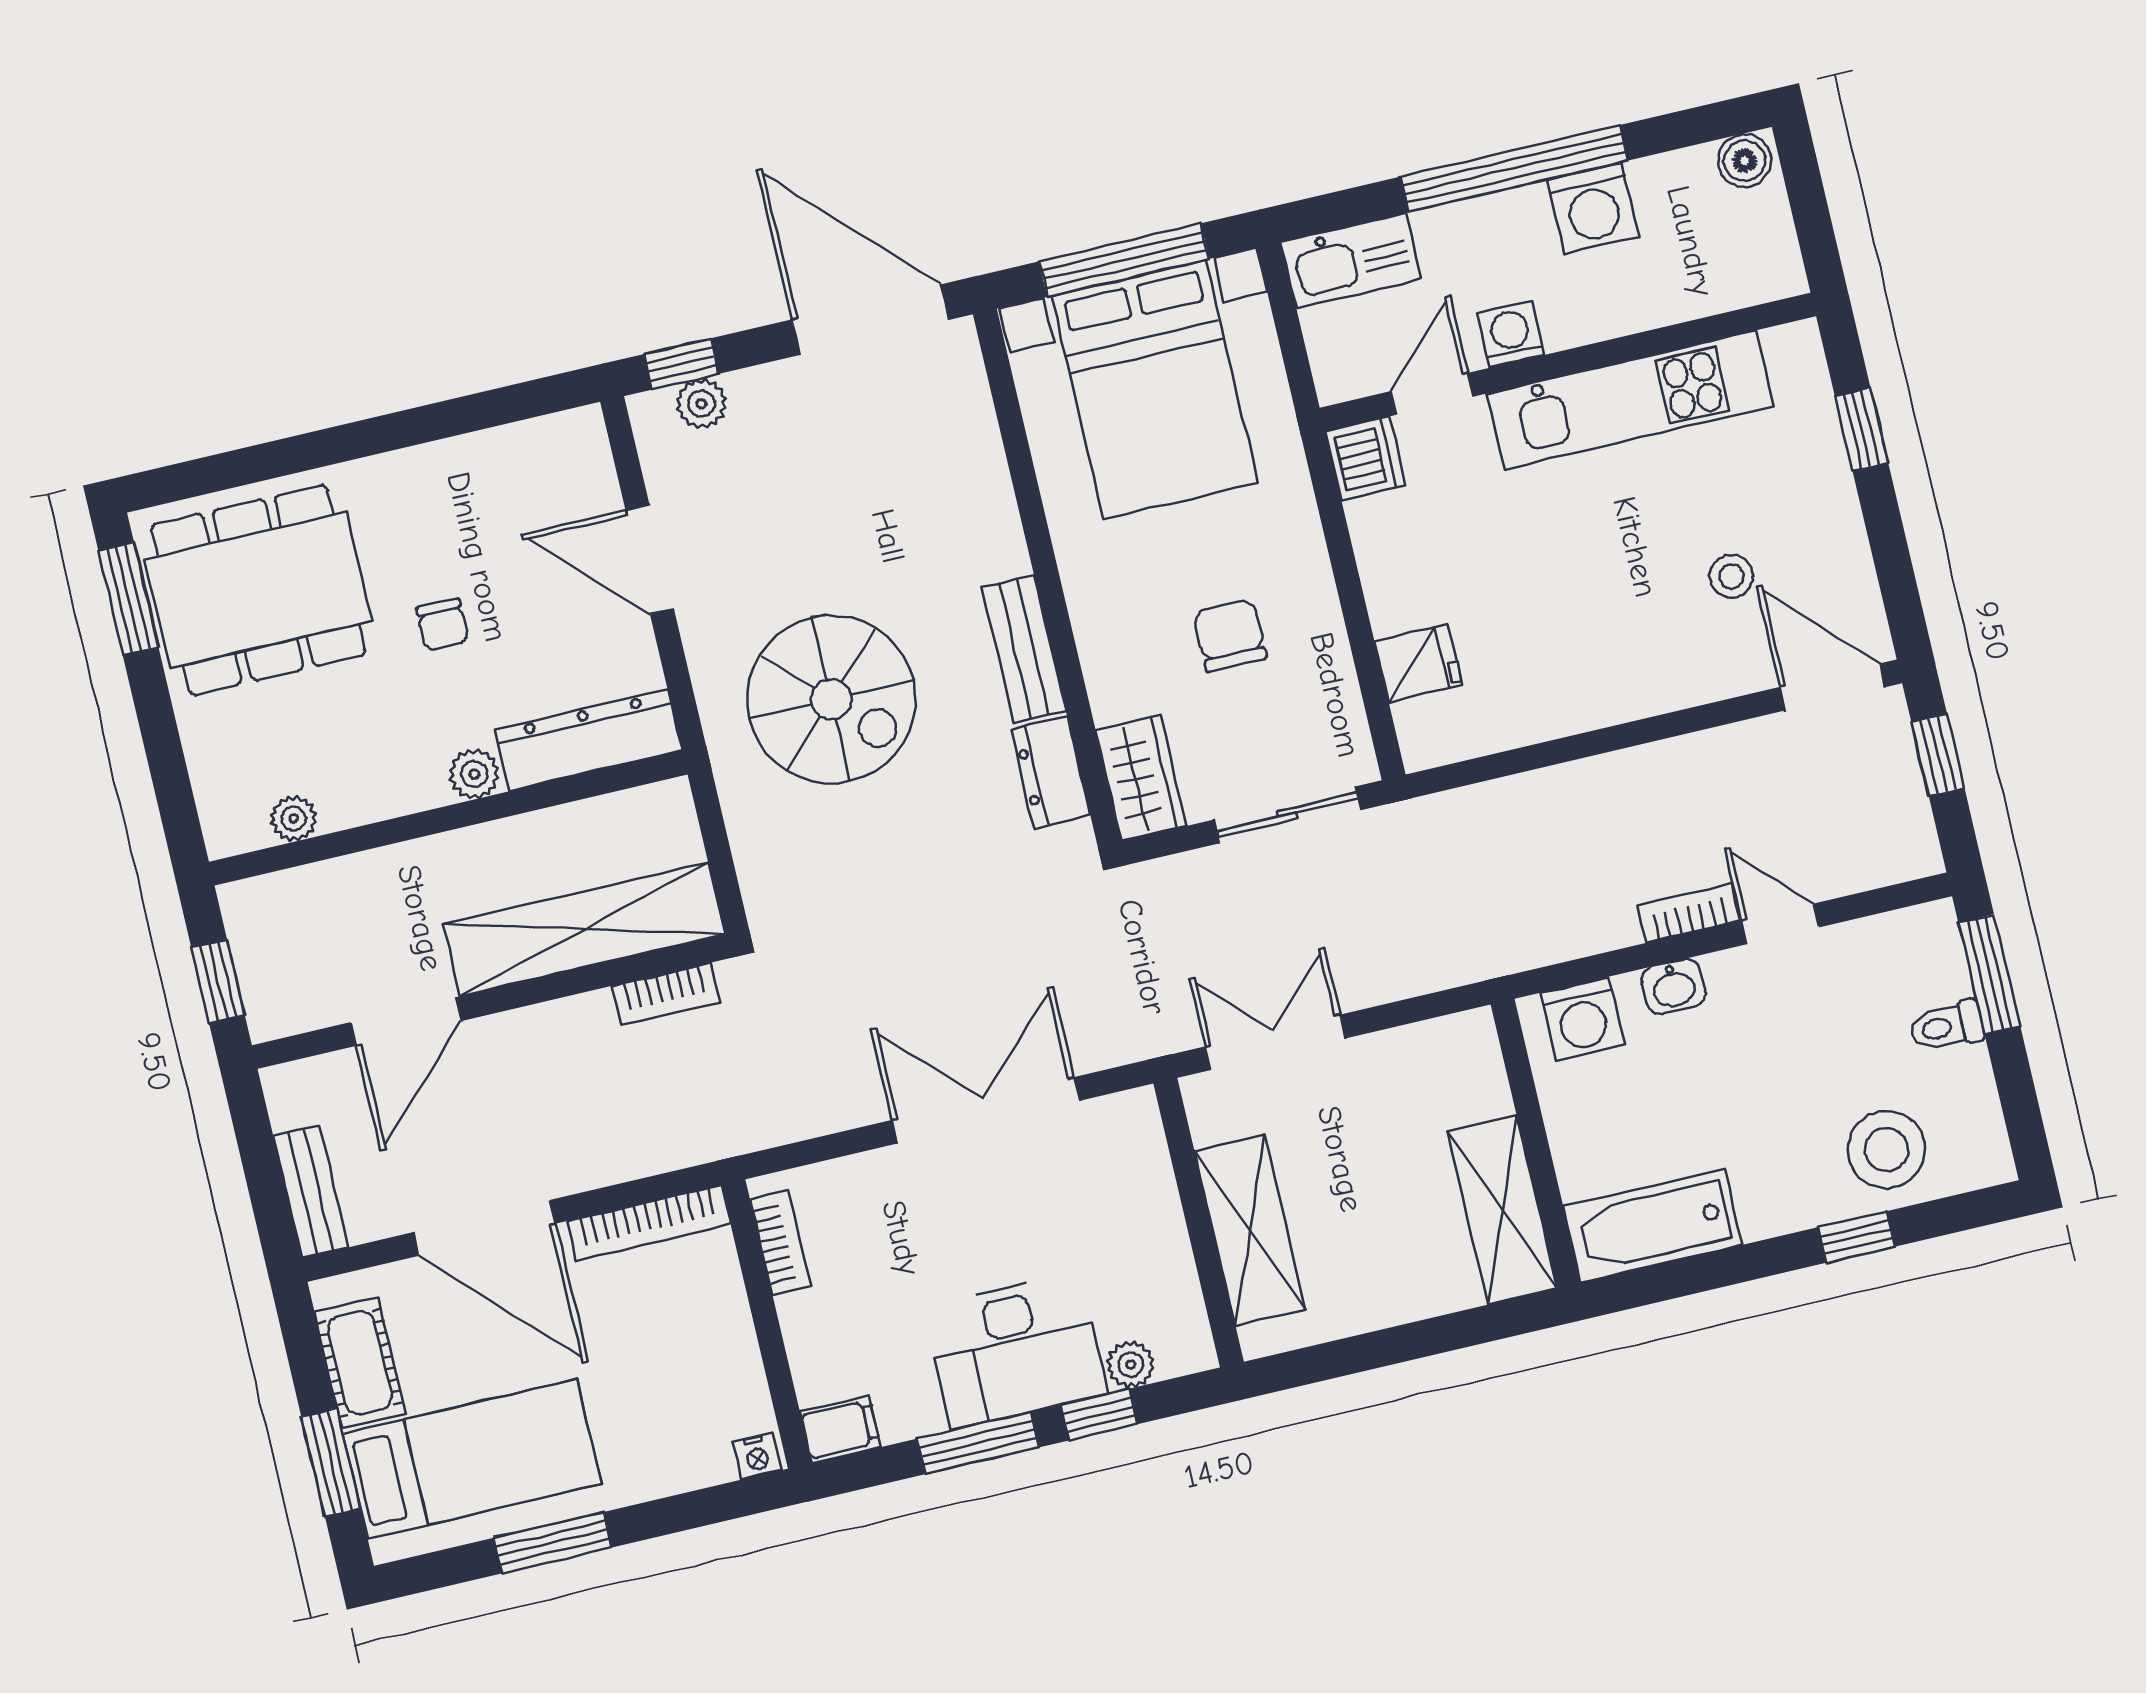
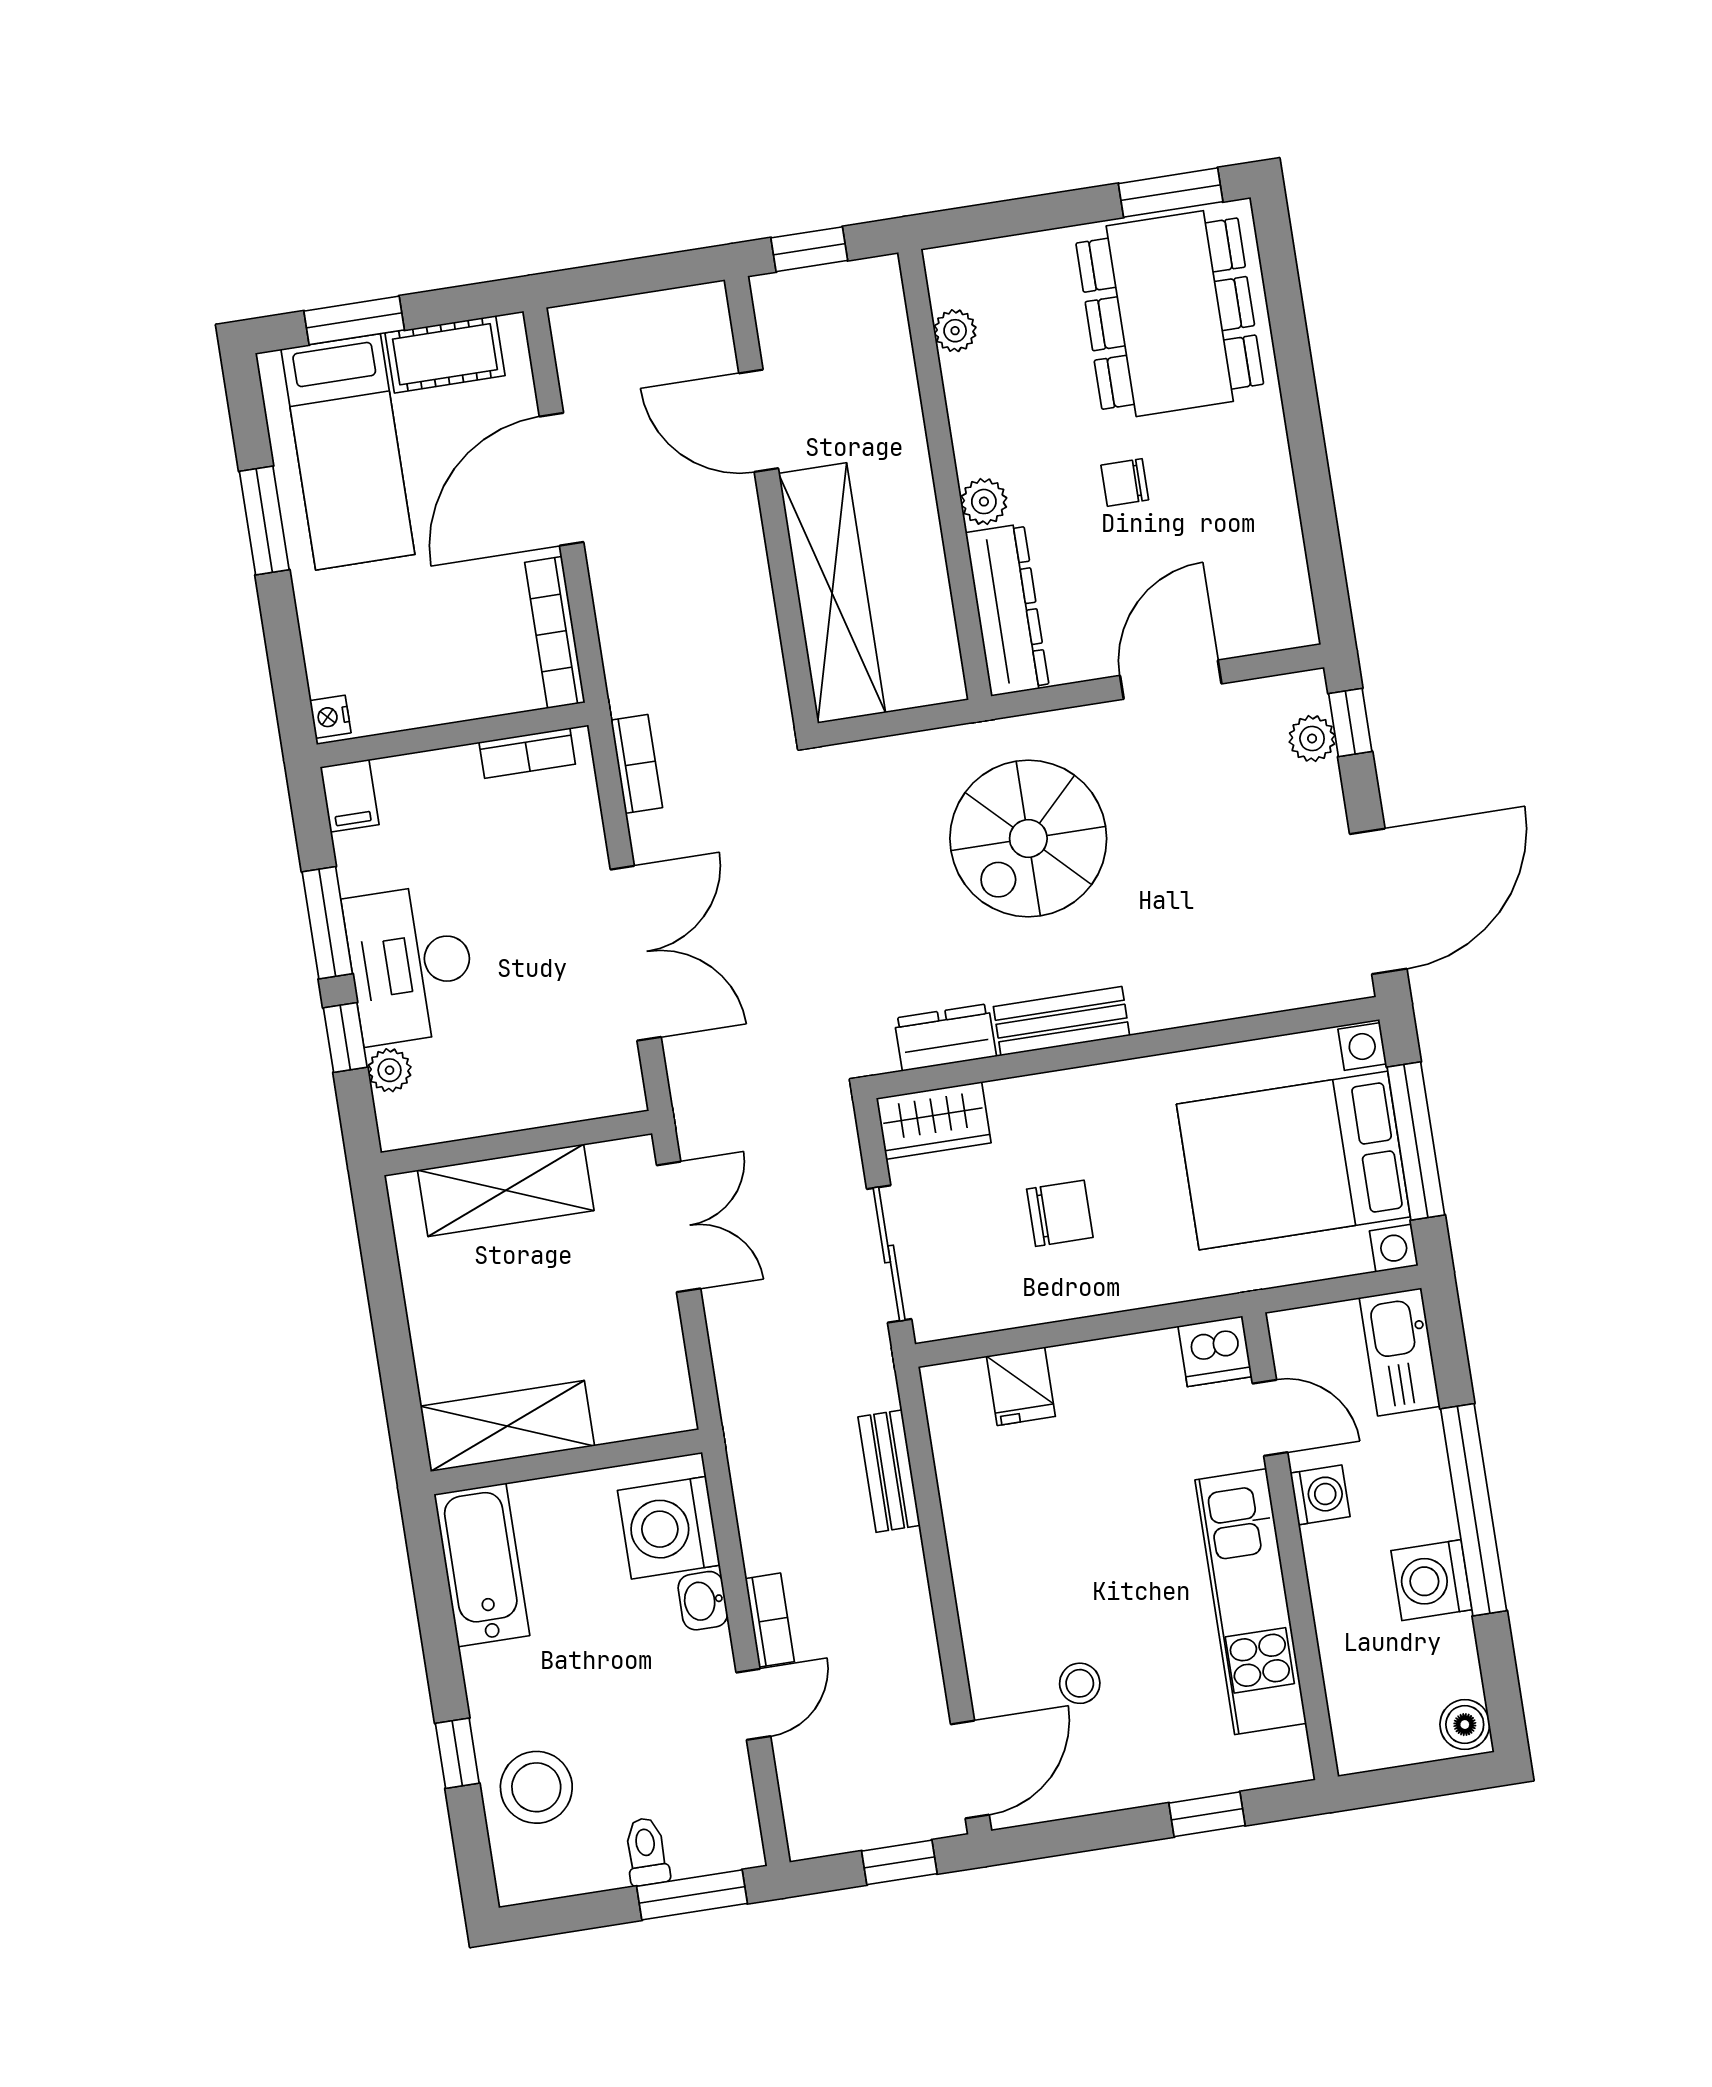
bookcase: (666, 994) -> (637, 764), moved, turned 180
washing machine: (1582, 1019) -> (669, 1528), width x1.37, depth x1.37
bench: (311, 1192) -> (889, 1471), moved, turned 90

